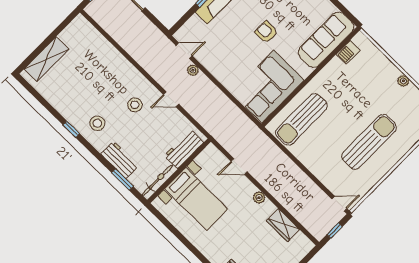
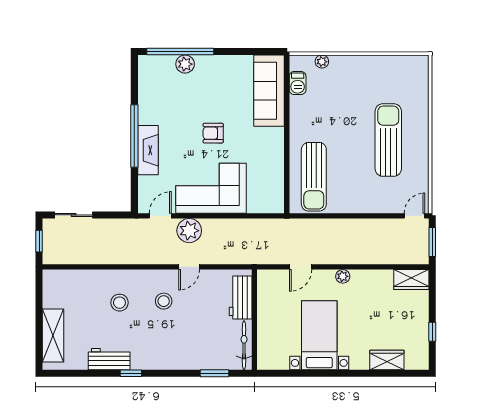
plant: (193, 70) -> (189, 231), width x1.87, depth x1.87
plant: (403, 81) -> (322, 62), moved
corner sofa: (268, 87) -> (211, 188), moved, turned 90
stool: (97, 123) -> (119, 303), moved
workbench: (120, 160) -> (109, 359), moved
bed with nightstands: (196, 199) -> (319, 335), moved, turned -90
wardrobe: (283, 225) -> (411, 280), moved
window: (335, 231) -> (432, 242), width x1.50

